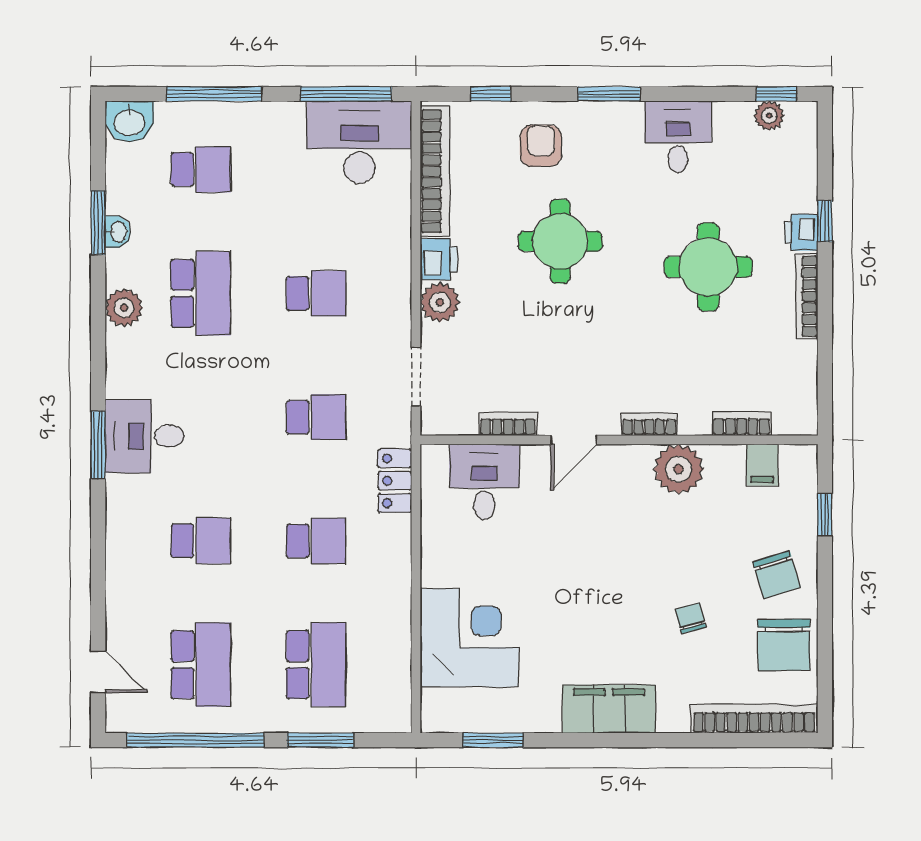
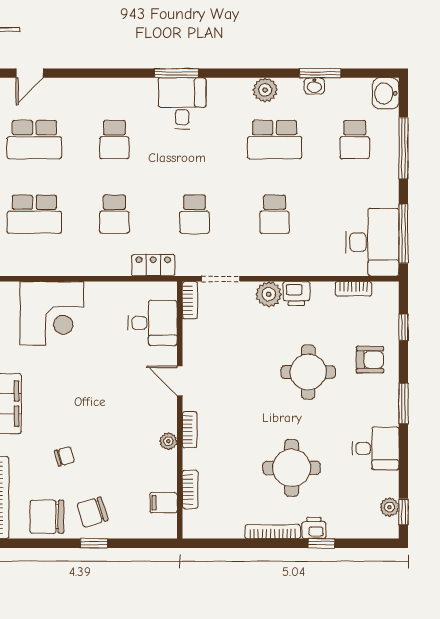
bookcase: (435, 171) -> (354, 289), width x0.43, depth x0.76
bookcase: (508, 424) -> (190, 300), moved
plant: (679, 469) -> (168, 441), width x0.53, depth x0.53
window: (825, 515) -> (94, 543), moved

